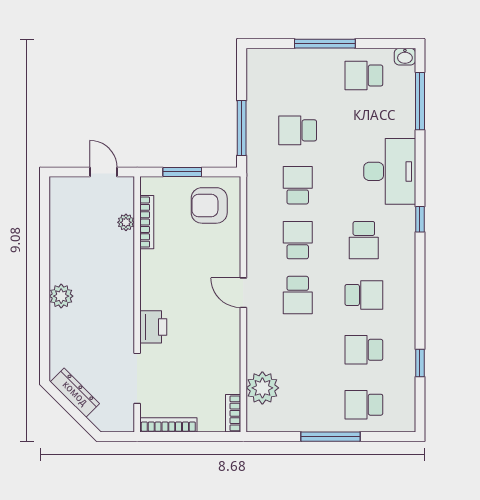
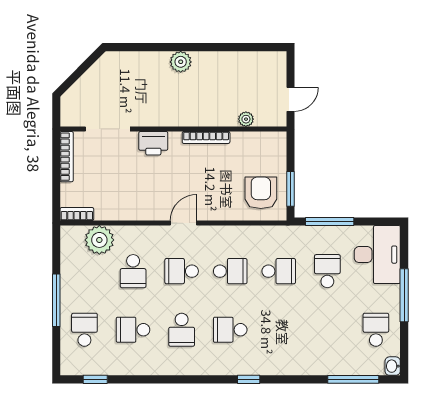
desk: (390, 171) -> (377, 255), moved, turned -90
window: (182, 172) -> (291, 189), moved
bookcase: (147, 222) -> (206, 137), moved
school desk: (298, 350) -> (133, 271), added
school desk: (364, 350) -> (133, 330), turned -90
window: (420, 363) -> (95, 379), moved
dresser: (75, 393) -> (95, 74), removed

